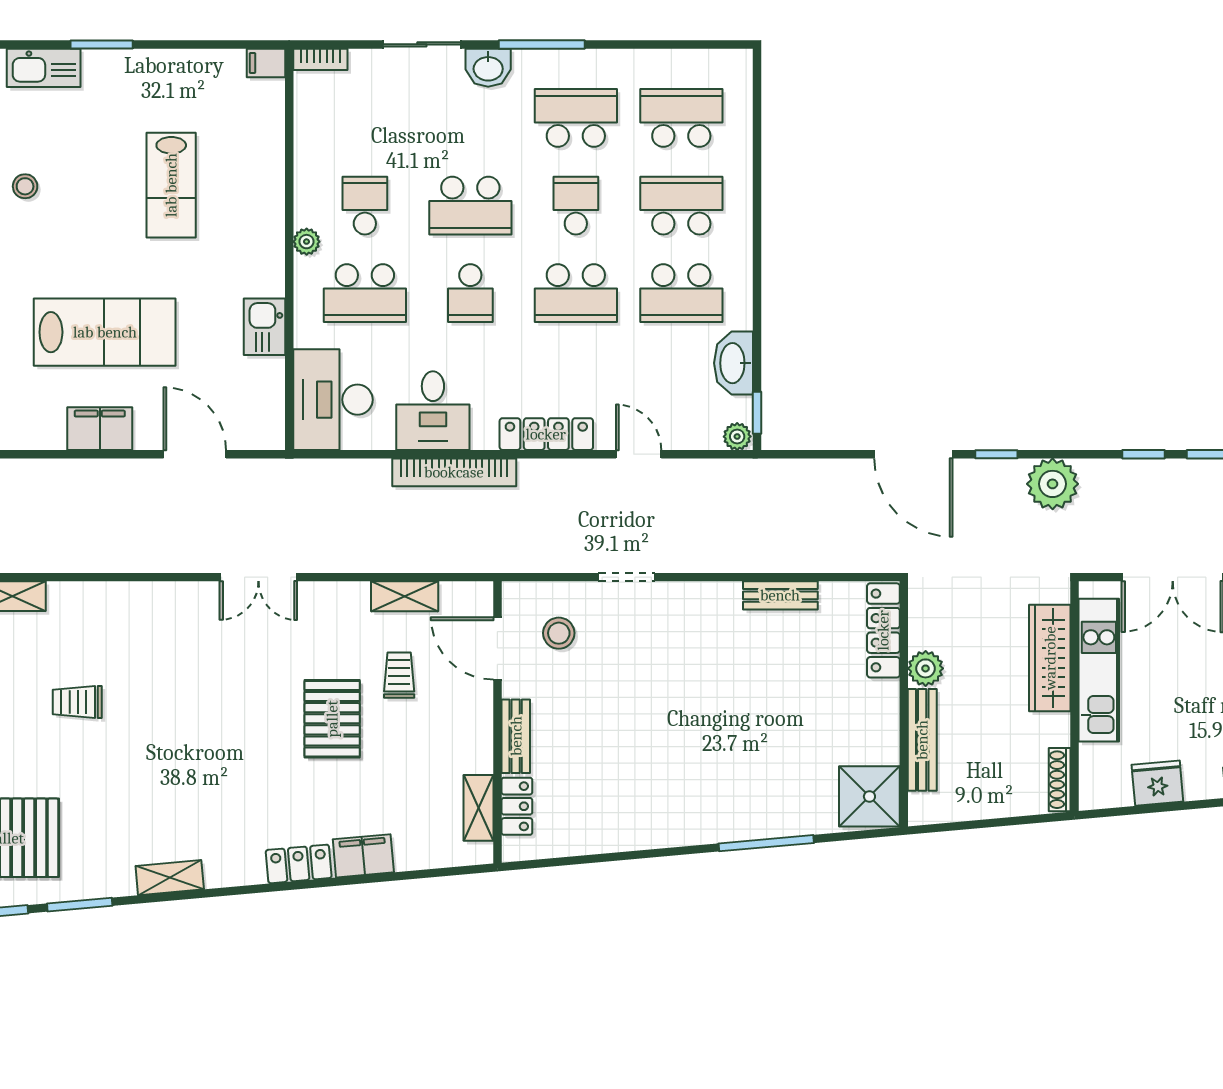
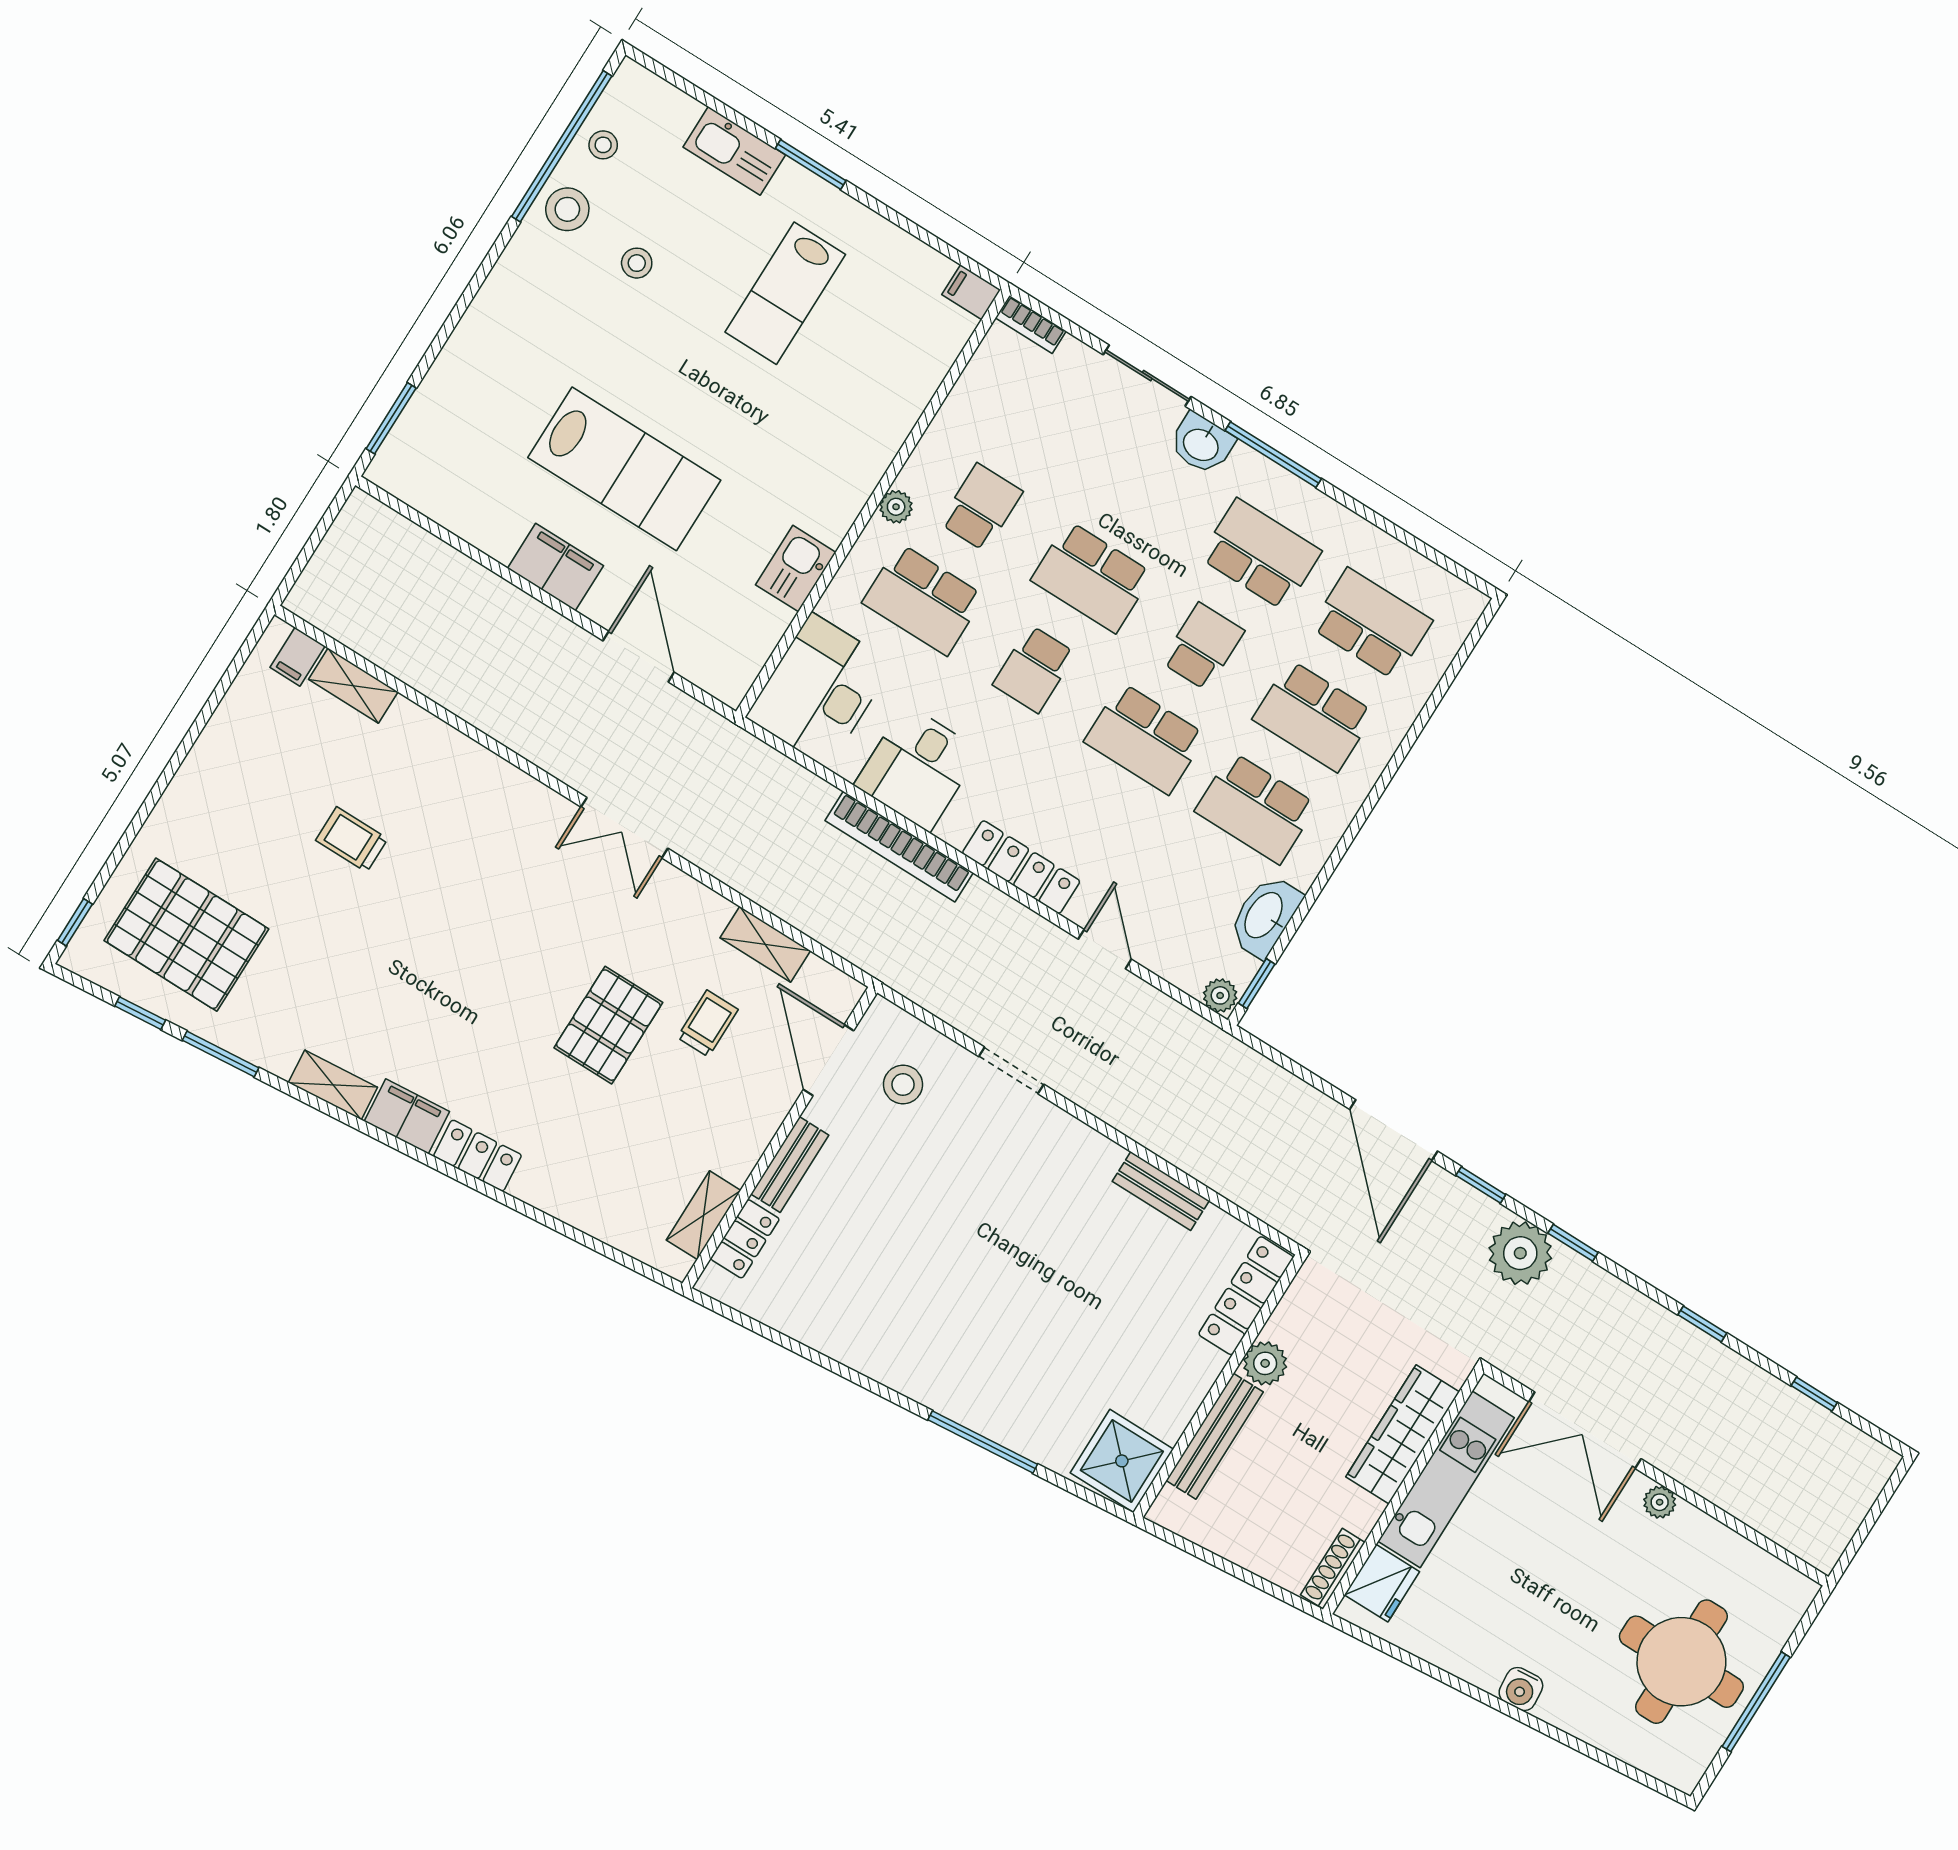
lab bench: (171, 185) -> (785, 293), moved
school desk: (681, 206) -> (1314, 716), turned 180
window: (1143, 454) -> (1573, 1243), moved
fridge: (1157, 783) -> (1382, 1583), moved, turned 95
filing cabinet: (363, 856) -> (407, 1116), moved

